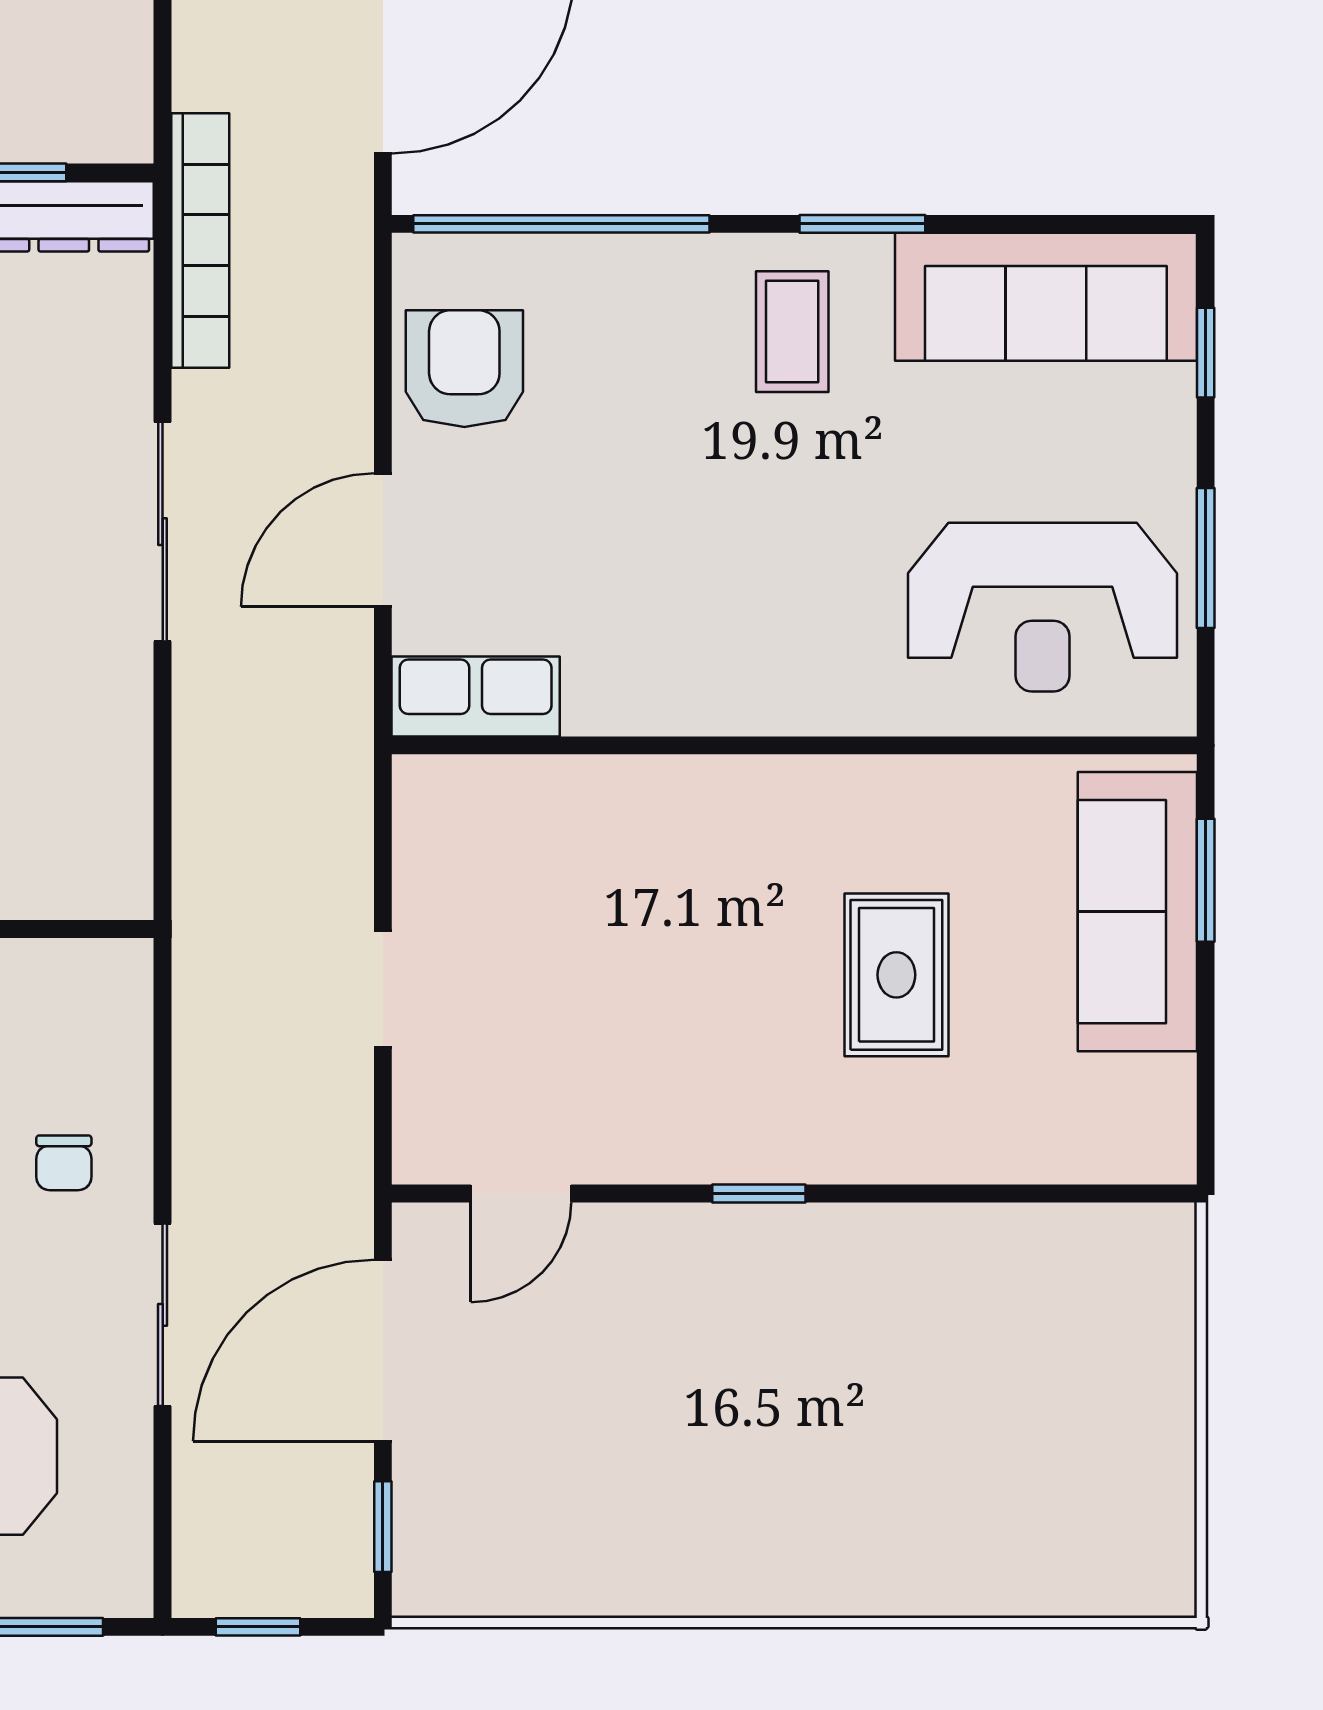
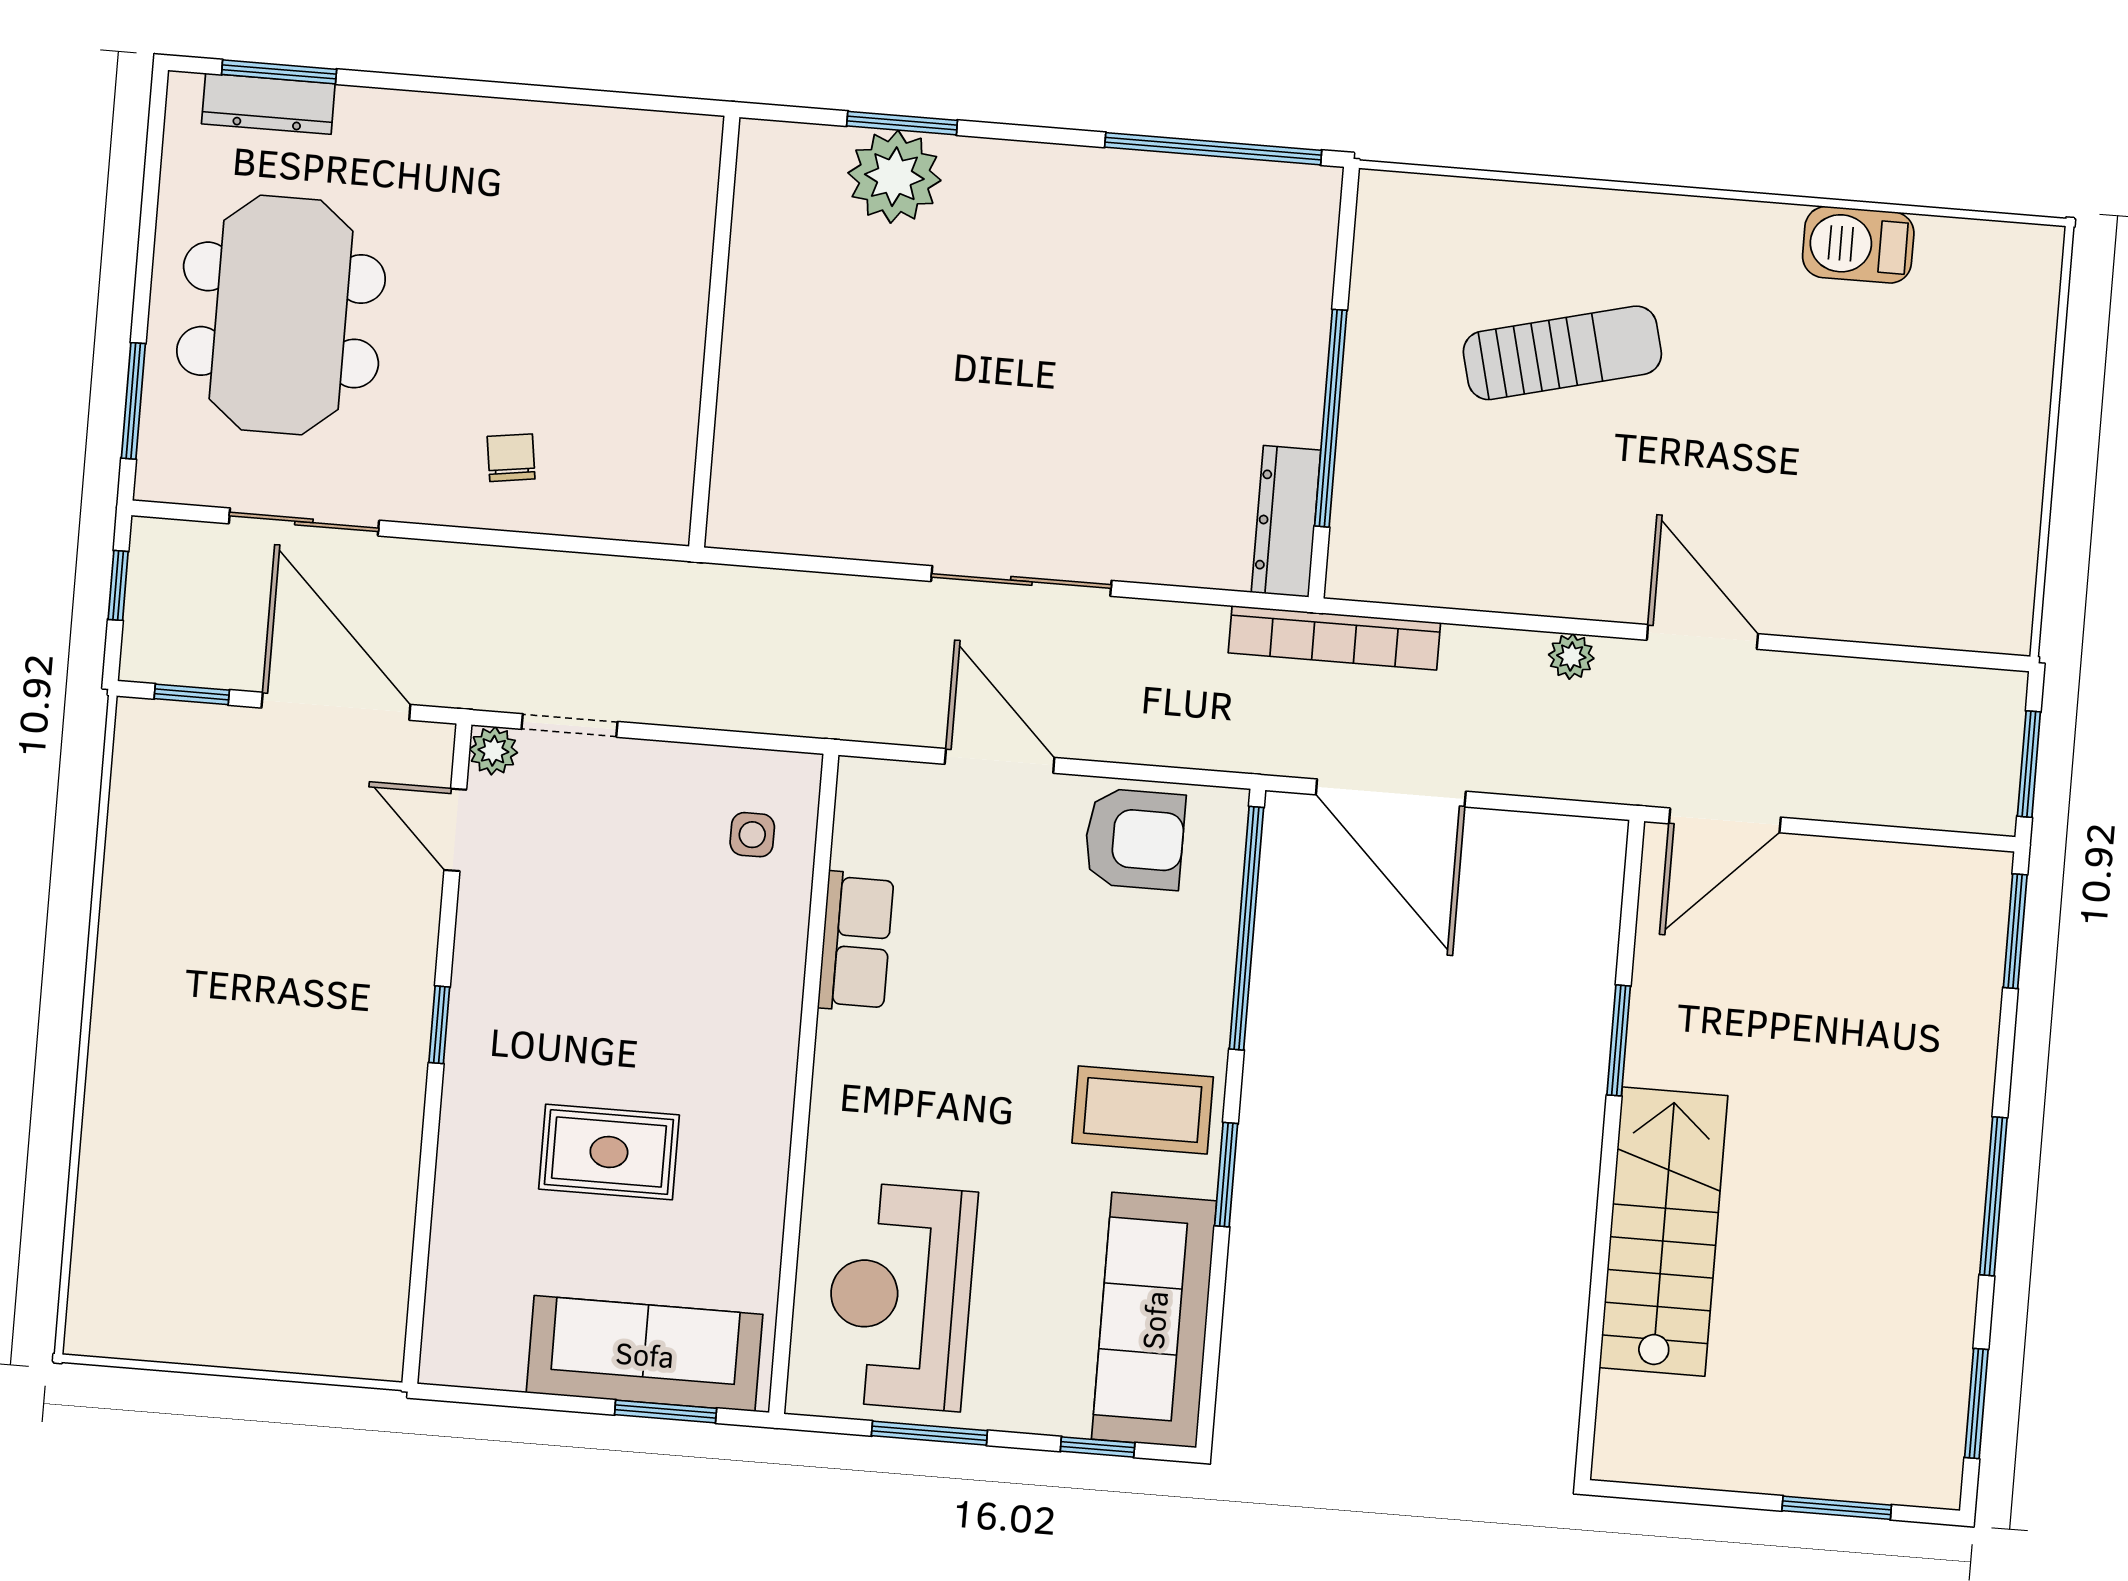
bookcase: (200, 240) -> (1334, 638), moved
coffee table: (792, 332) -> (1143, 1110), width x1.36, depth x1.30
row of seats: (476, 696) -> (856, 942), moved
side table: (497, 833) -> (752, 835), added
doorway: (383, 989) -> (570, 725), moved
plant: (421, 1155) -> (493, 751), added
chair: (64, 1163) -> (511, 458), turned 82
sliding door: (163, 1315) -> (304, 522), moved

